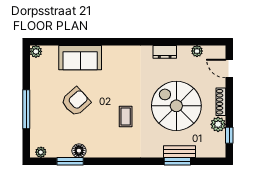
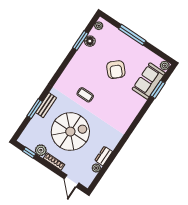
window: (67, 42) -> (158, 89), added
dresser: (165, 52) -> (104, 156), moved
sofa: (80, 58) -> (149, 81), moved
door: (229, 69) -> (71, 181), swing flipped
floor lamp: (79, 151) -> (90, 41), moved
bench: (180, 152) -> (46, 105), moved

